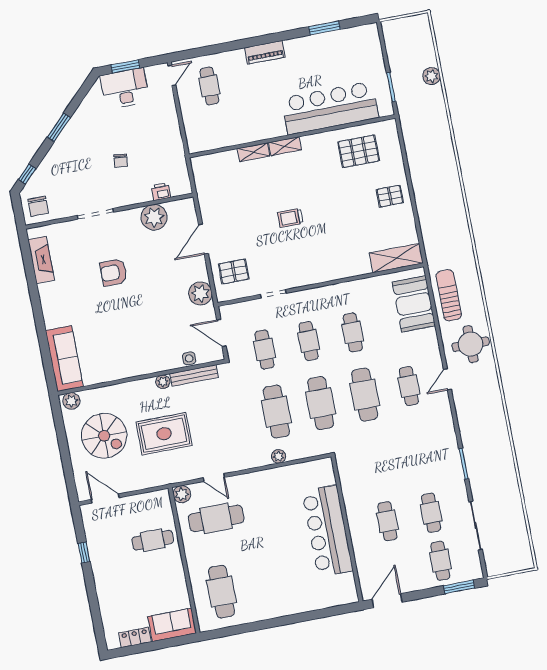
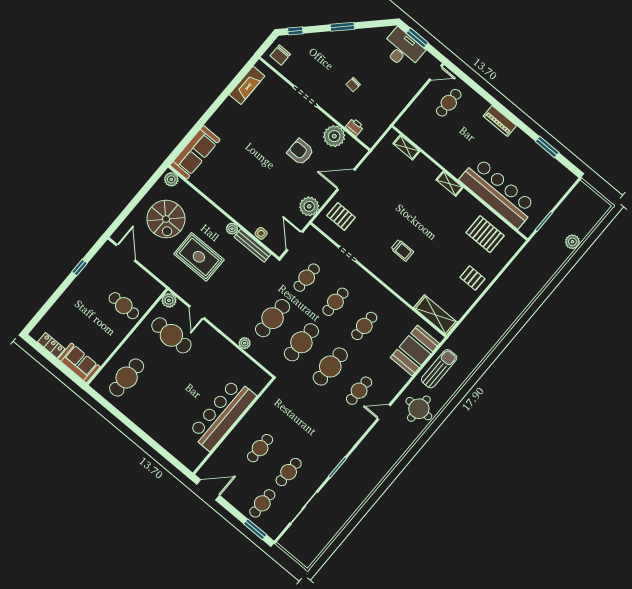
shelving: (253, 152) -> (406, 147), moved
trolley: (290, 218) -> (402, 250), moved, turned 180
armchair: (114, 272) -> (300, 152), moved

